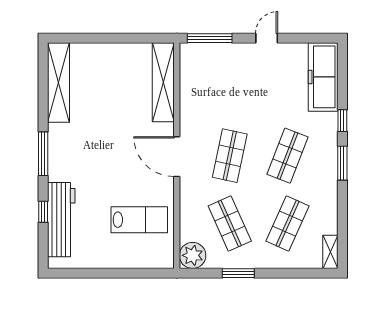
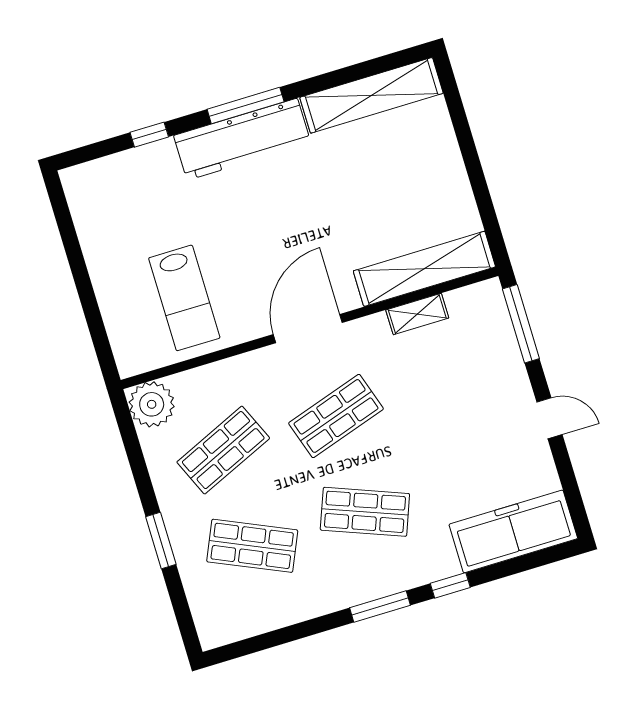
shop shelf: (230, 156) -> (336, 416), turned -30
workbench: (61, 220) -> (242, 139), moved
shelving: (330, 252) -> (417, 314), moved
window: (238, 273) -> (161, 540), moved

